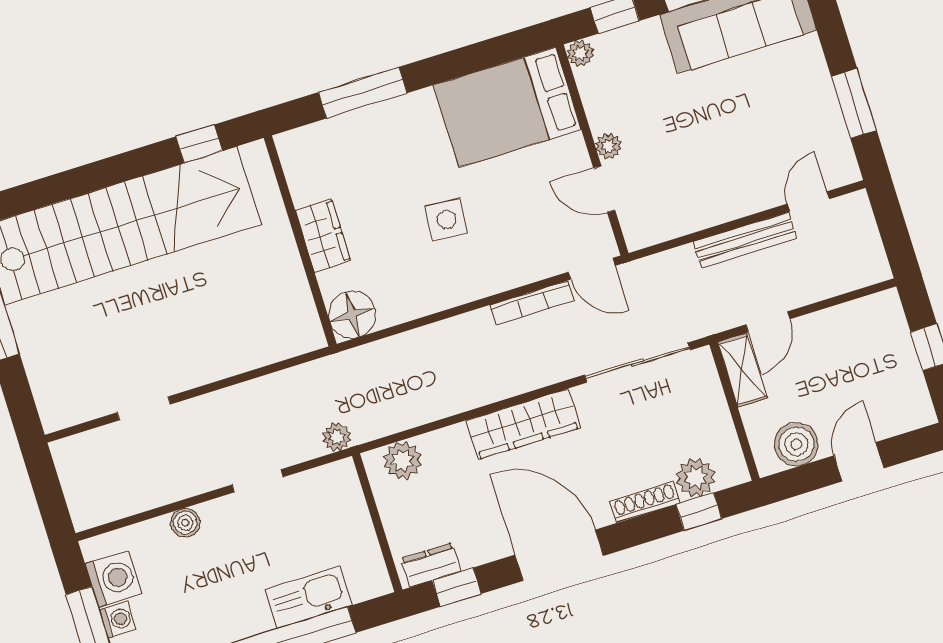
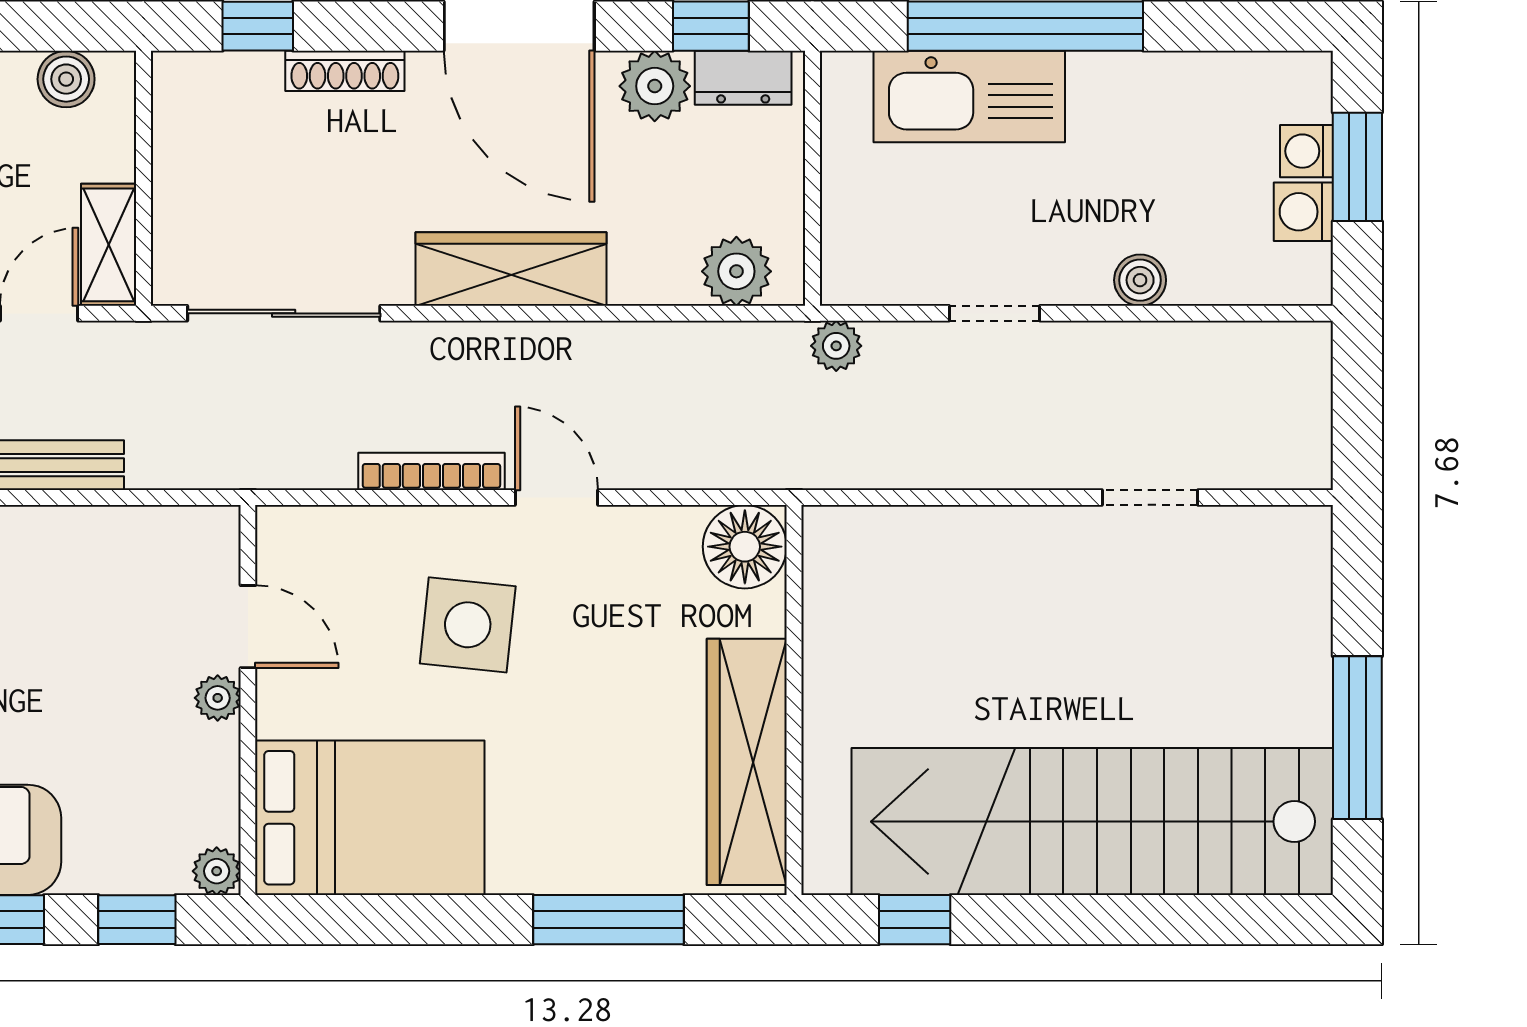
side table: (447, 220) -> (468, 625), moved, width x1.37, depth x1.37
wardrobe: (323, 235) -> (747, 762), width x2.10, depth x1.17
door: (592, 269) -> (557, 497), moved
boiler: (796, 444) -> (66, 79), width x0.73, depth x0.73
plant: (696, 478) -> (655, 86), moved
washing machine: (113, 579) -> (1303, 212), width x0.73, depth x0.73
kitchen sink: (309, 597) -> (969, 97), width x1.36, depth x1.24

